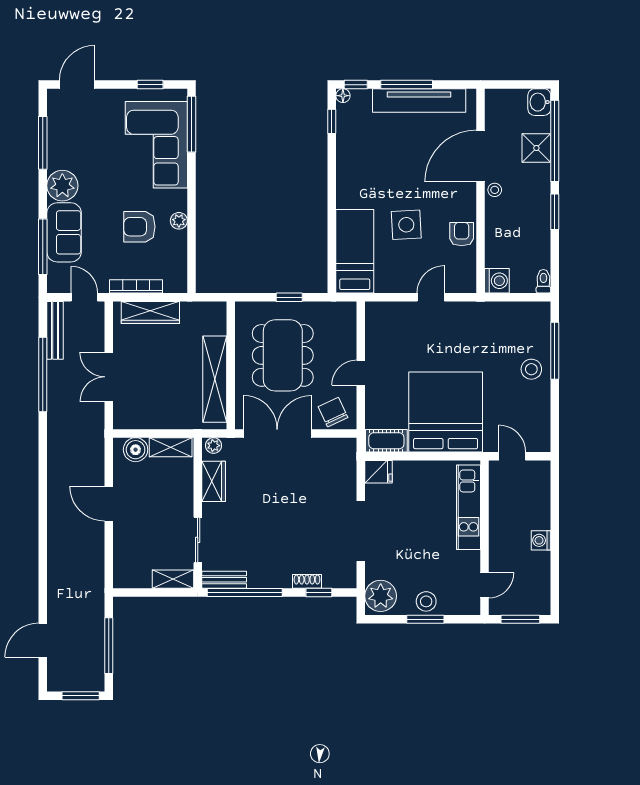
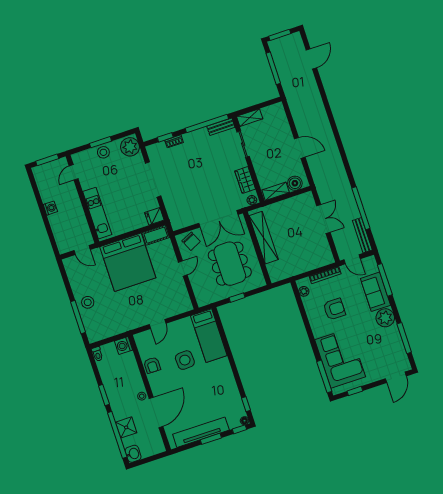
window: (407, 85) -> (211, 439), width x0.69
plant: (179, 221) -> (304, 291), moved
wardrobe: (150, 313) -> (312, 263), removed

